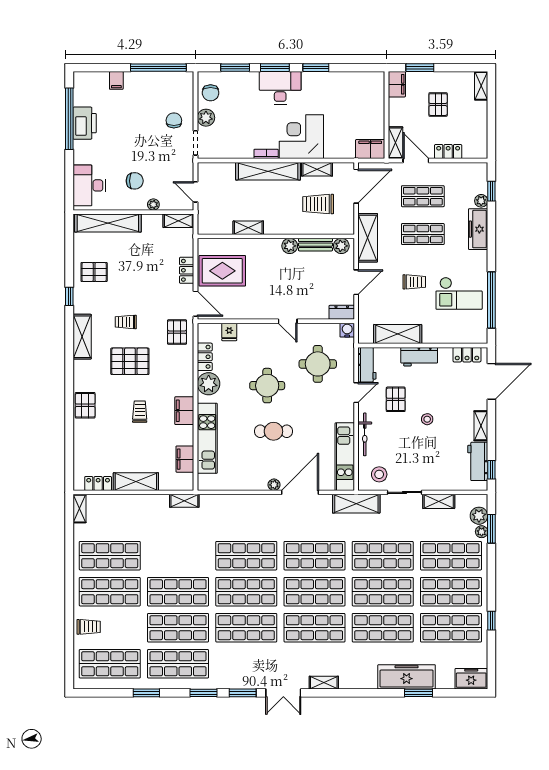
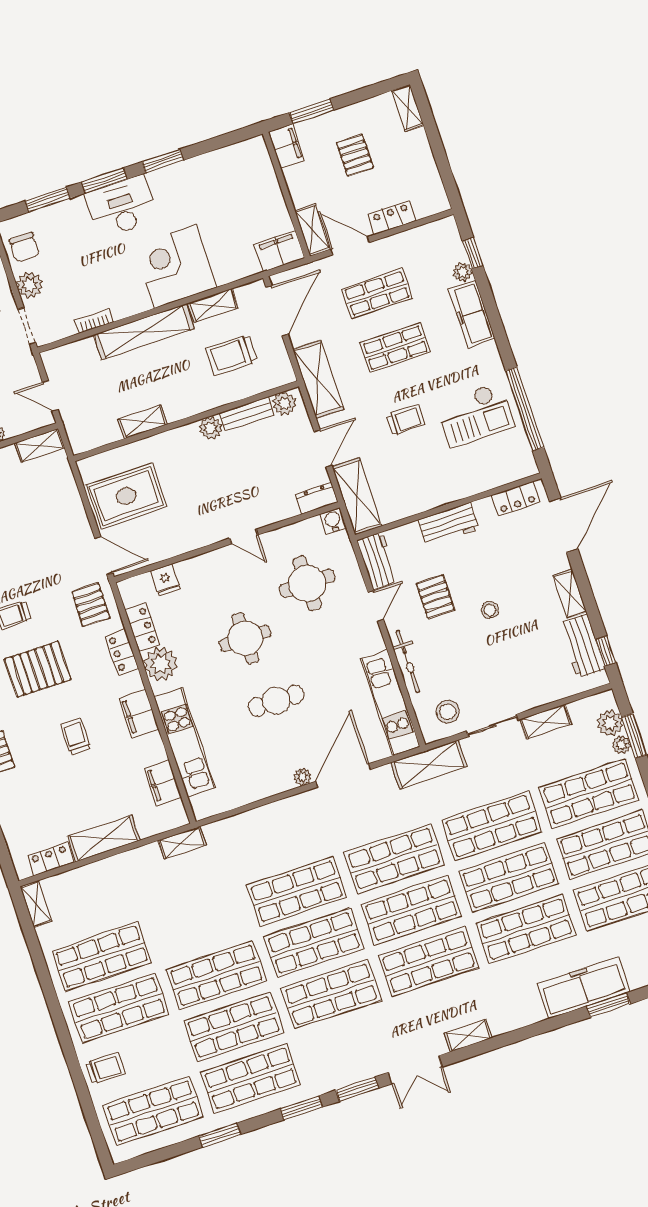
bookcase: (266, 154) -> (94, 321), moved
locker: (187, 270) -> (122, 652), moved
shelving: (398, 334) -> (357, 496), moved, turned 90

